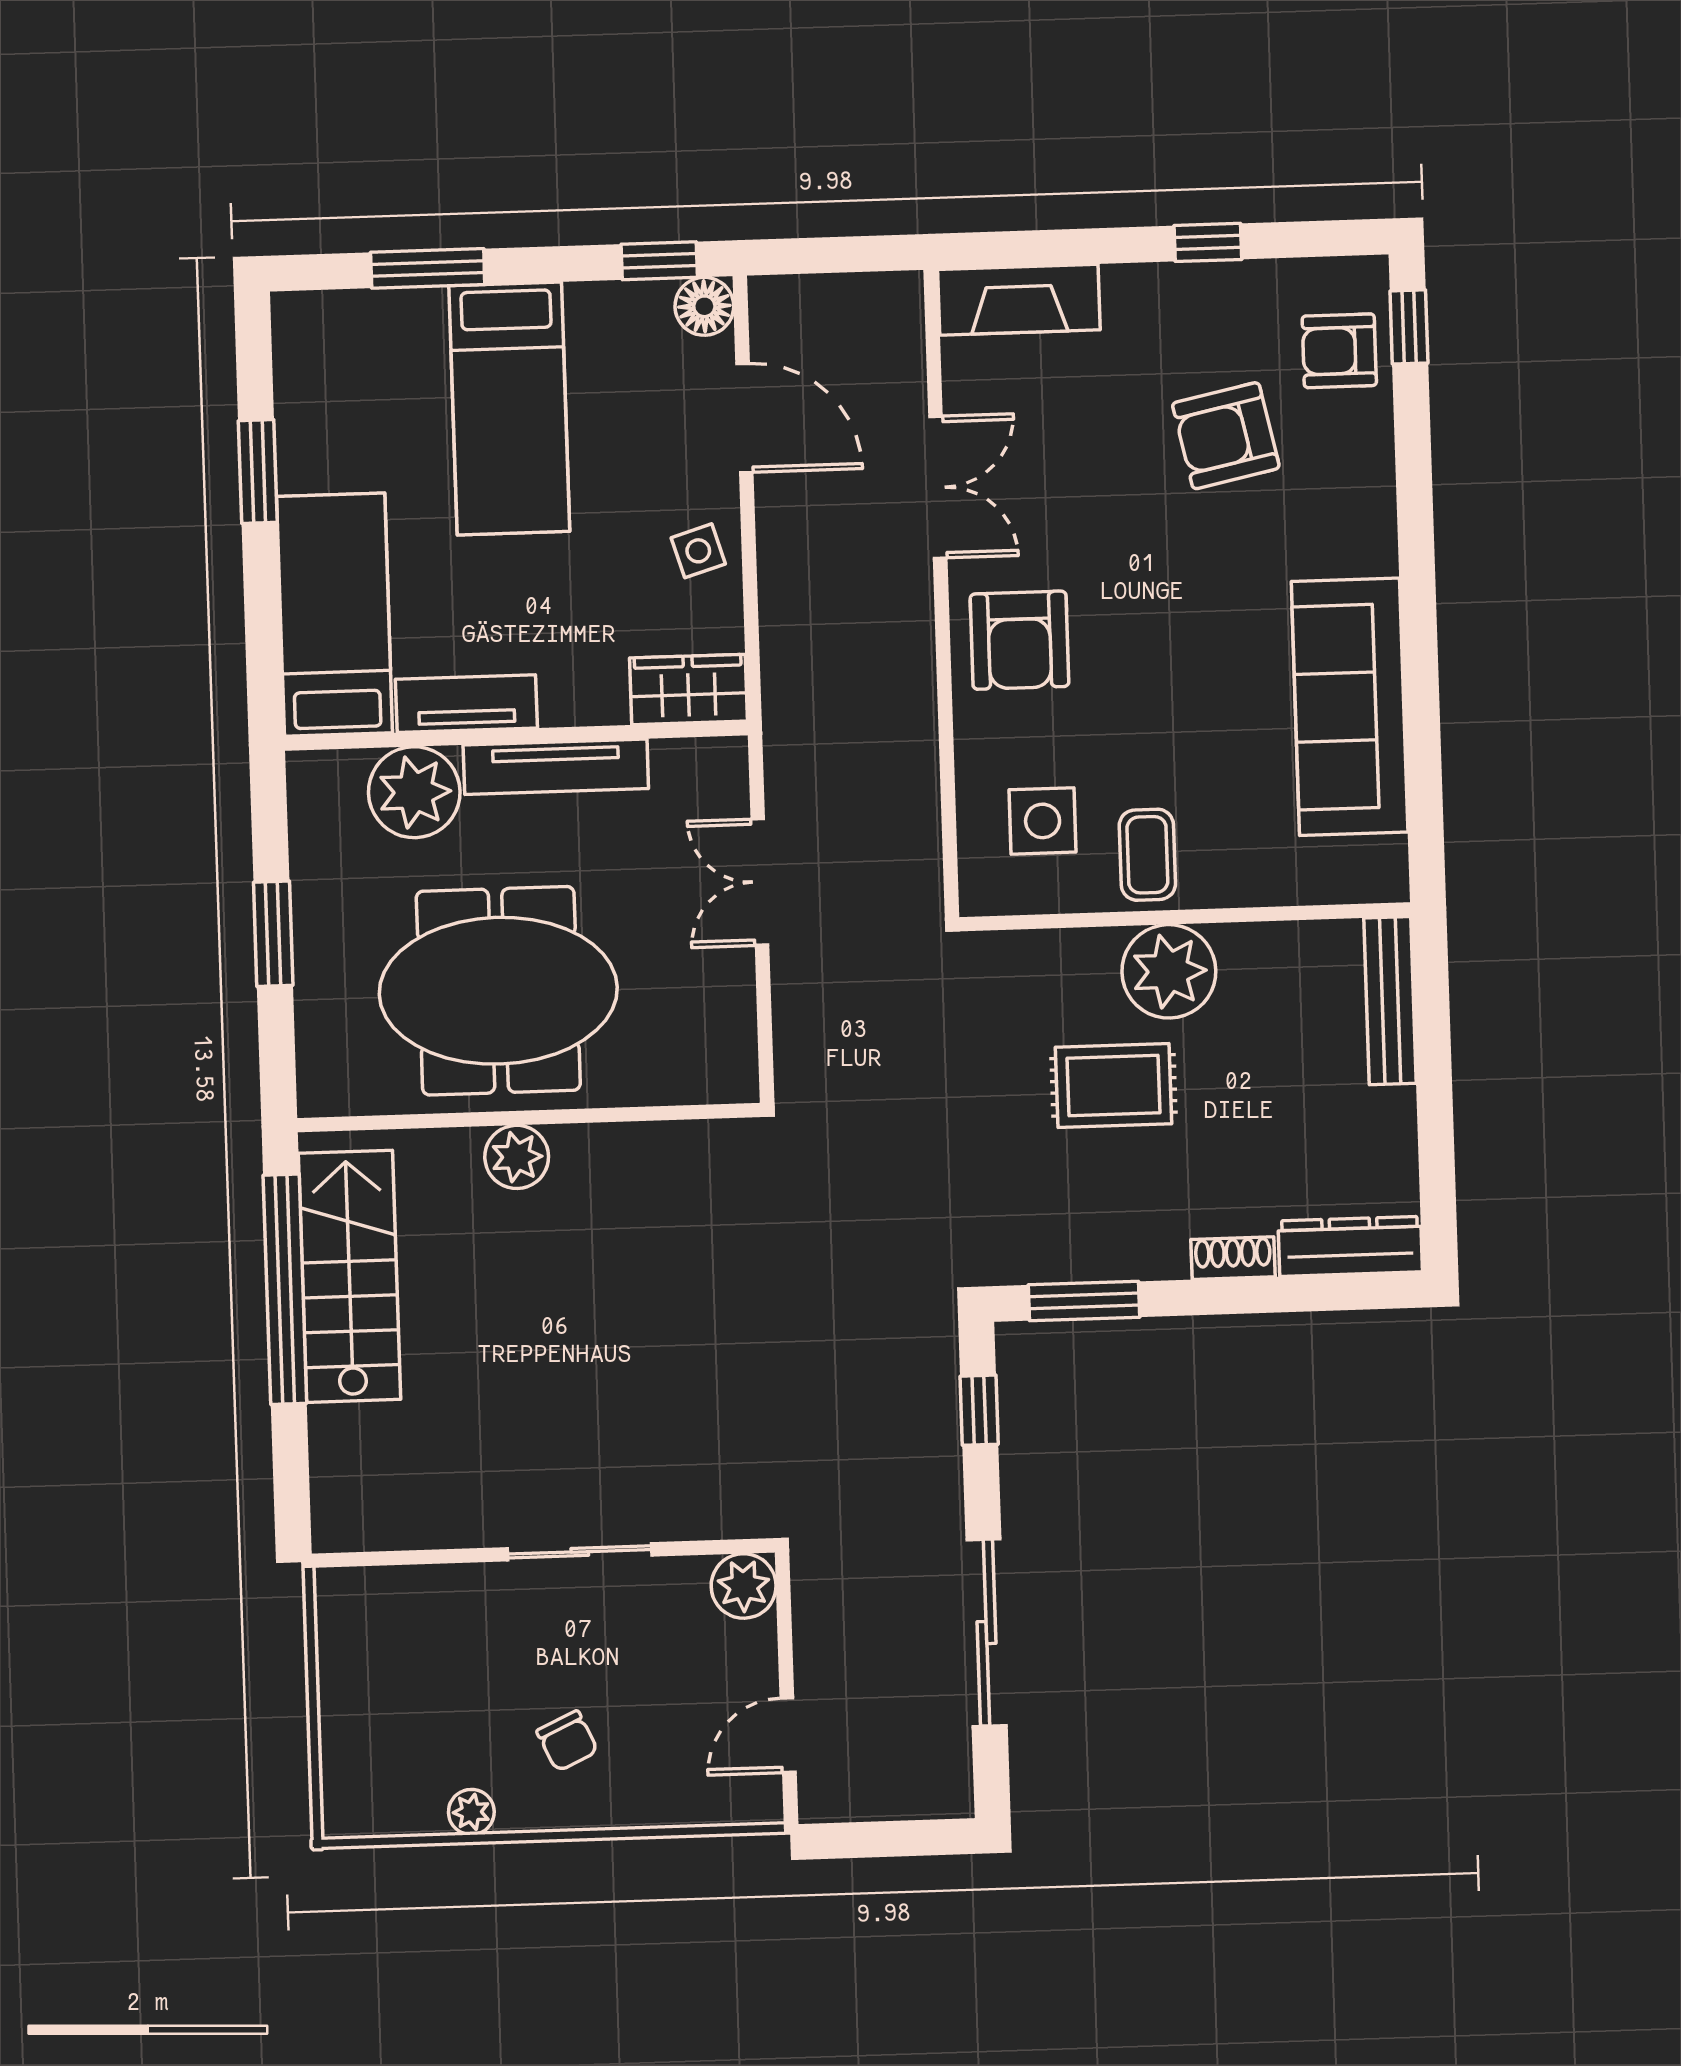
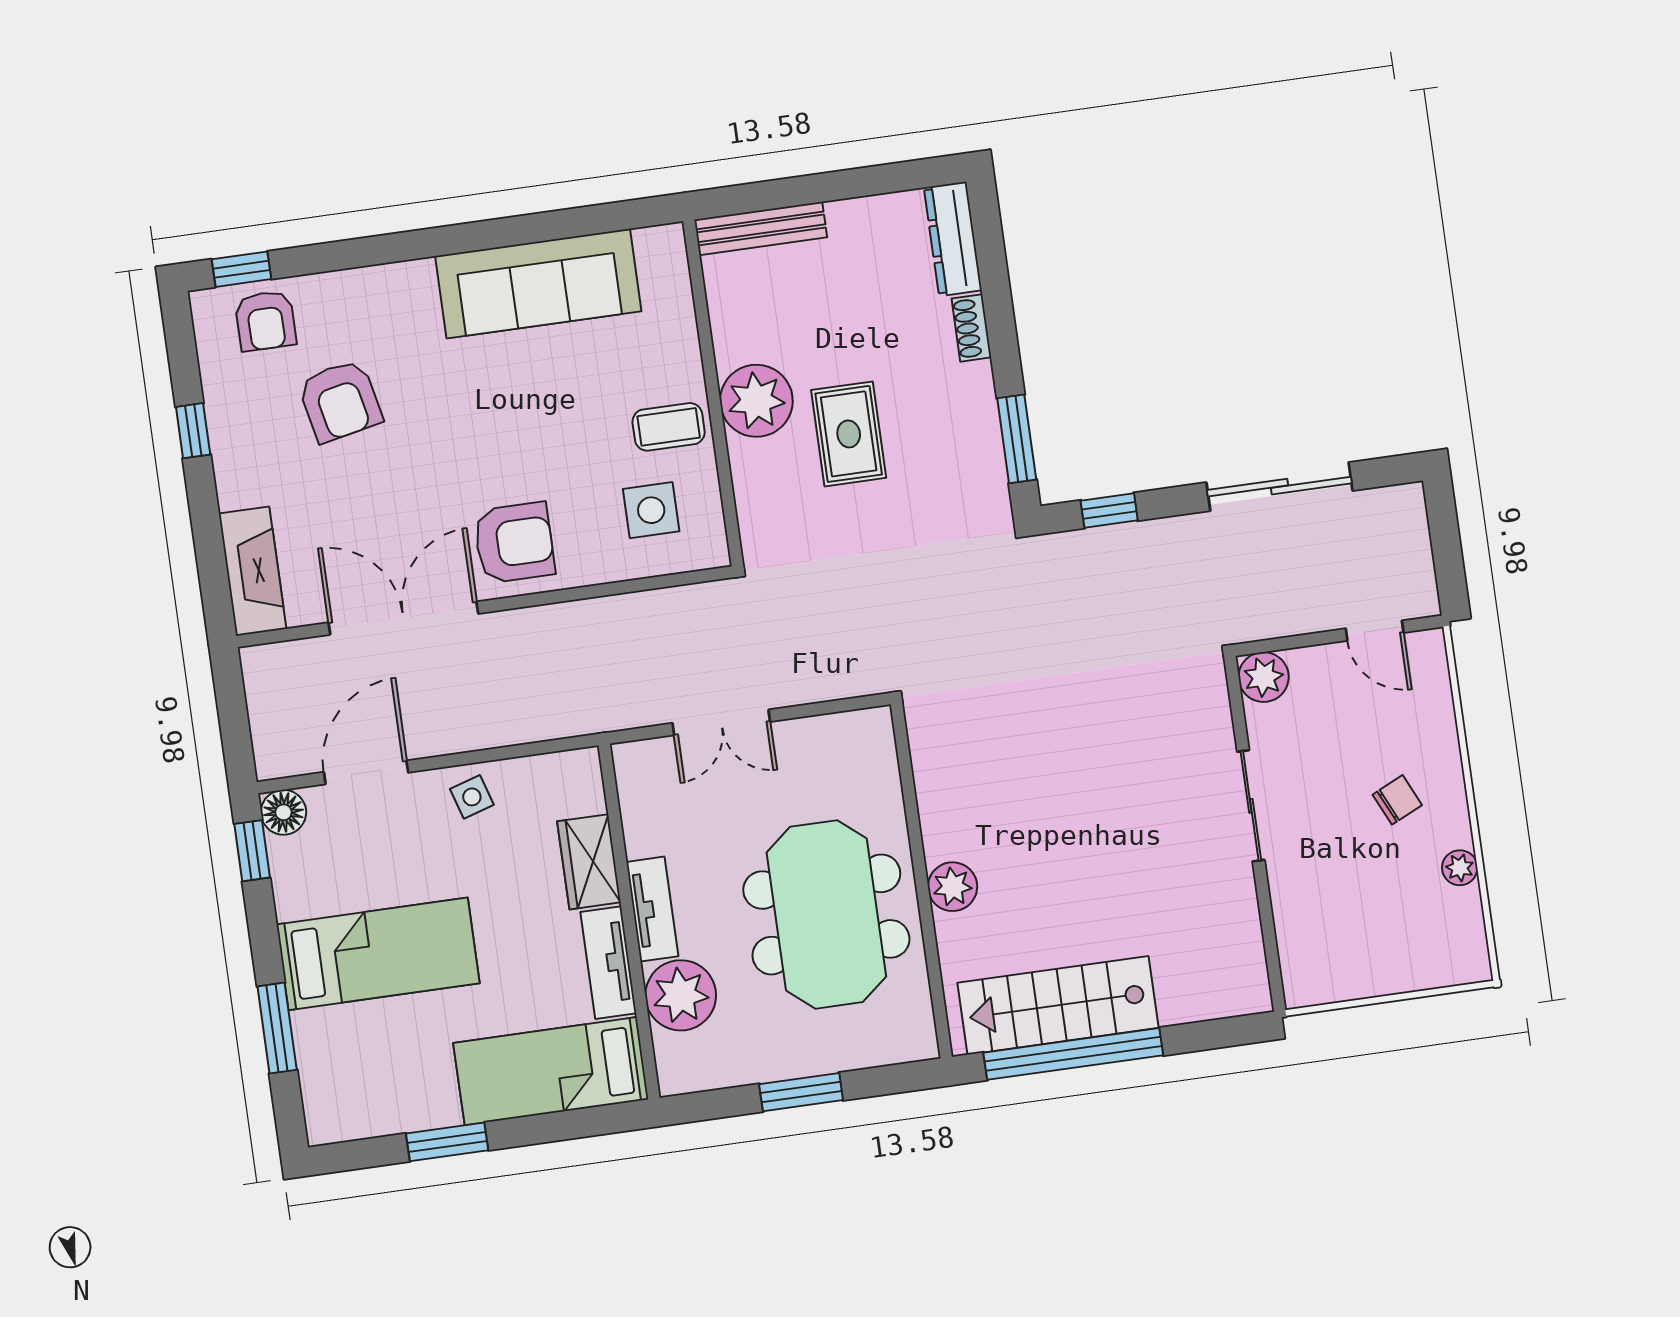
double door: (938, 487) -> (403, 618), width x1.37
wardrobe: (688, 690) -> (589, 862), moved
tv unit: (556, 767) -> (652, 909), width x0.71

